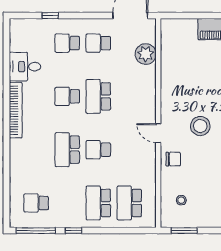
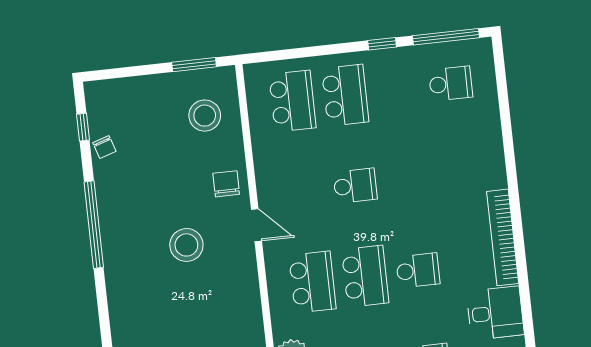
school desk: (67, 150) -> (312, 282), moved
chair: (173, 159) -> (226, 184), turned 90
stool: (181, 200) -> (205, 116), width x1.89, depth x1.89

